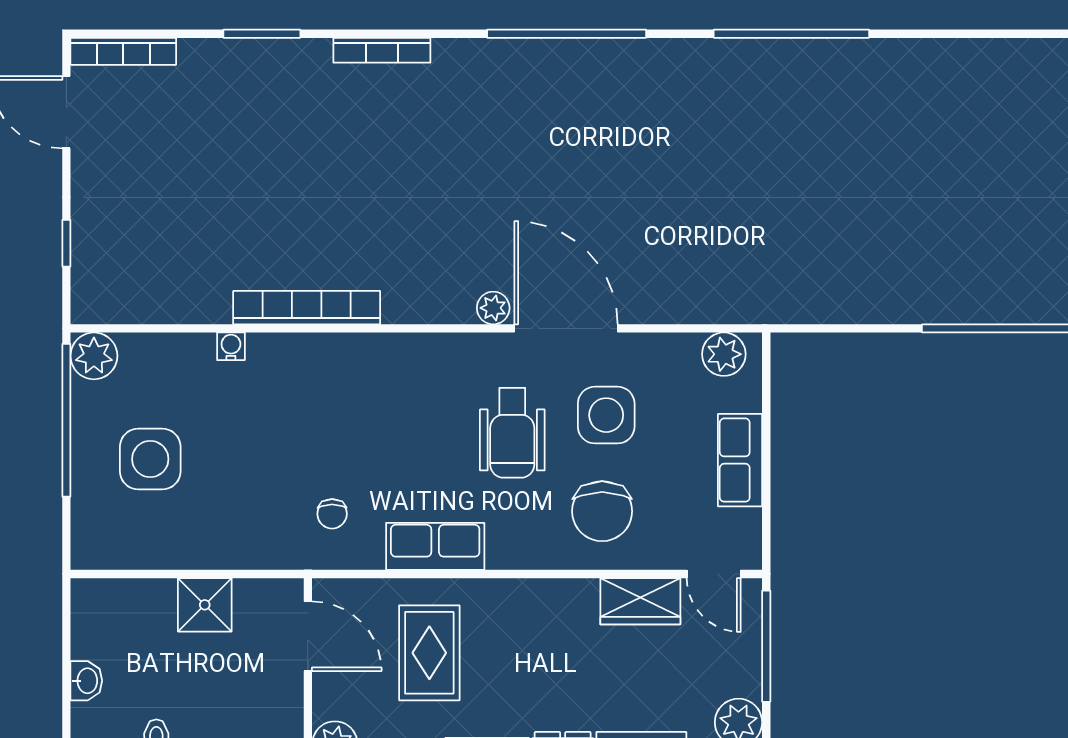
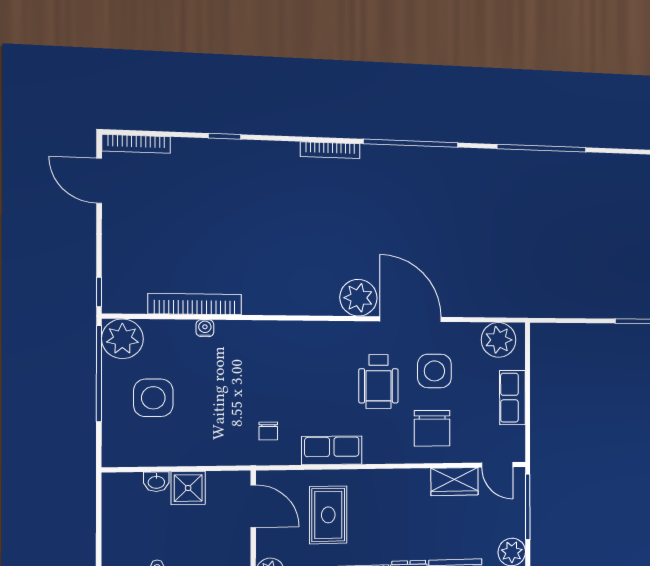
window: (262, 34) -> (224, 136), width x0.67
bookcase: (382, 50) -> (330, 150), moved
window: (66, 243) -> (99, 292), moved
bookcase: (307, 308) -> (195, 304), moved
plant: (493, 308) -> (358, 298), width x1.88, depth x1.88
plant: (724, 354) -> (499, 340), width x1.36, depth x1.36
plant: (94, 356) -> (122, 339), width x1.36, depth x1.36
washbasin: (86, 681) -> (156, 482), moved, turned 90

